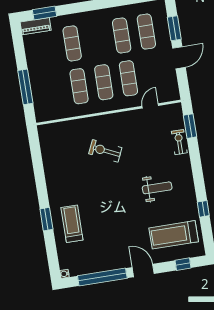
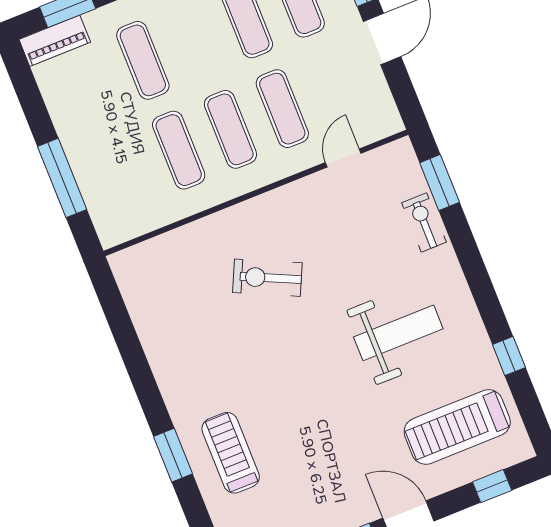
weight bench: (157, 188) -> (398, 333), width x1.36, depth x1.33

